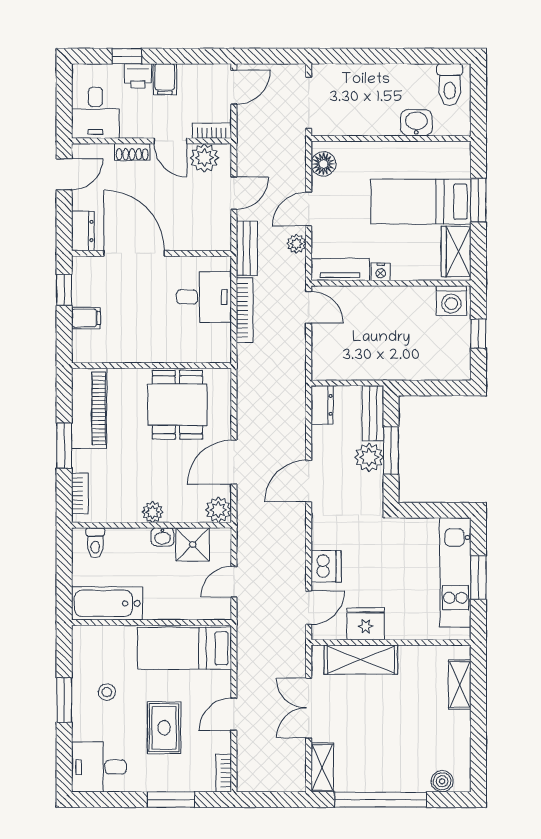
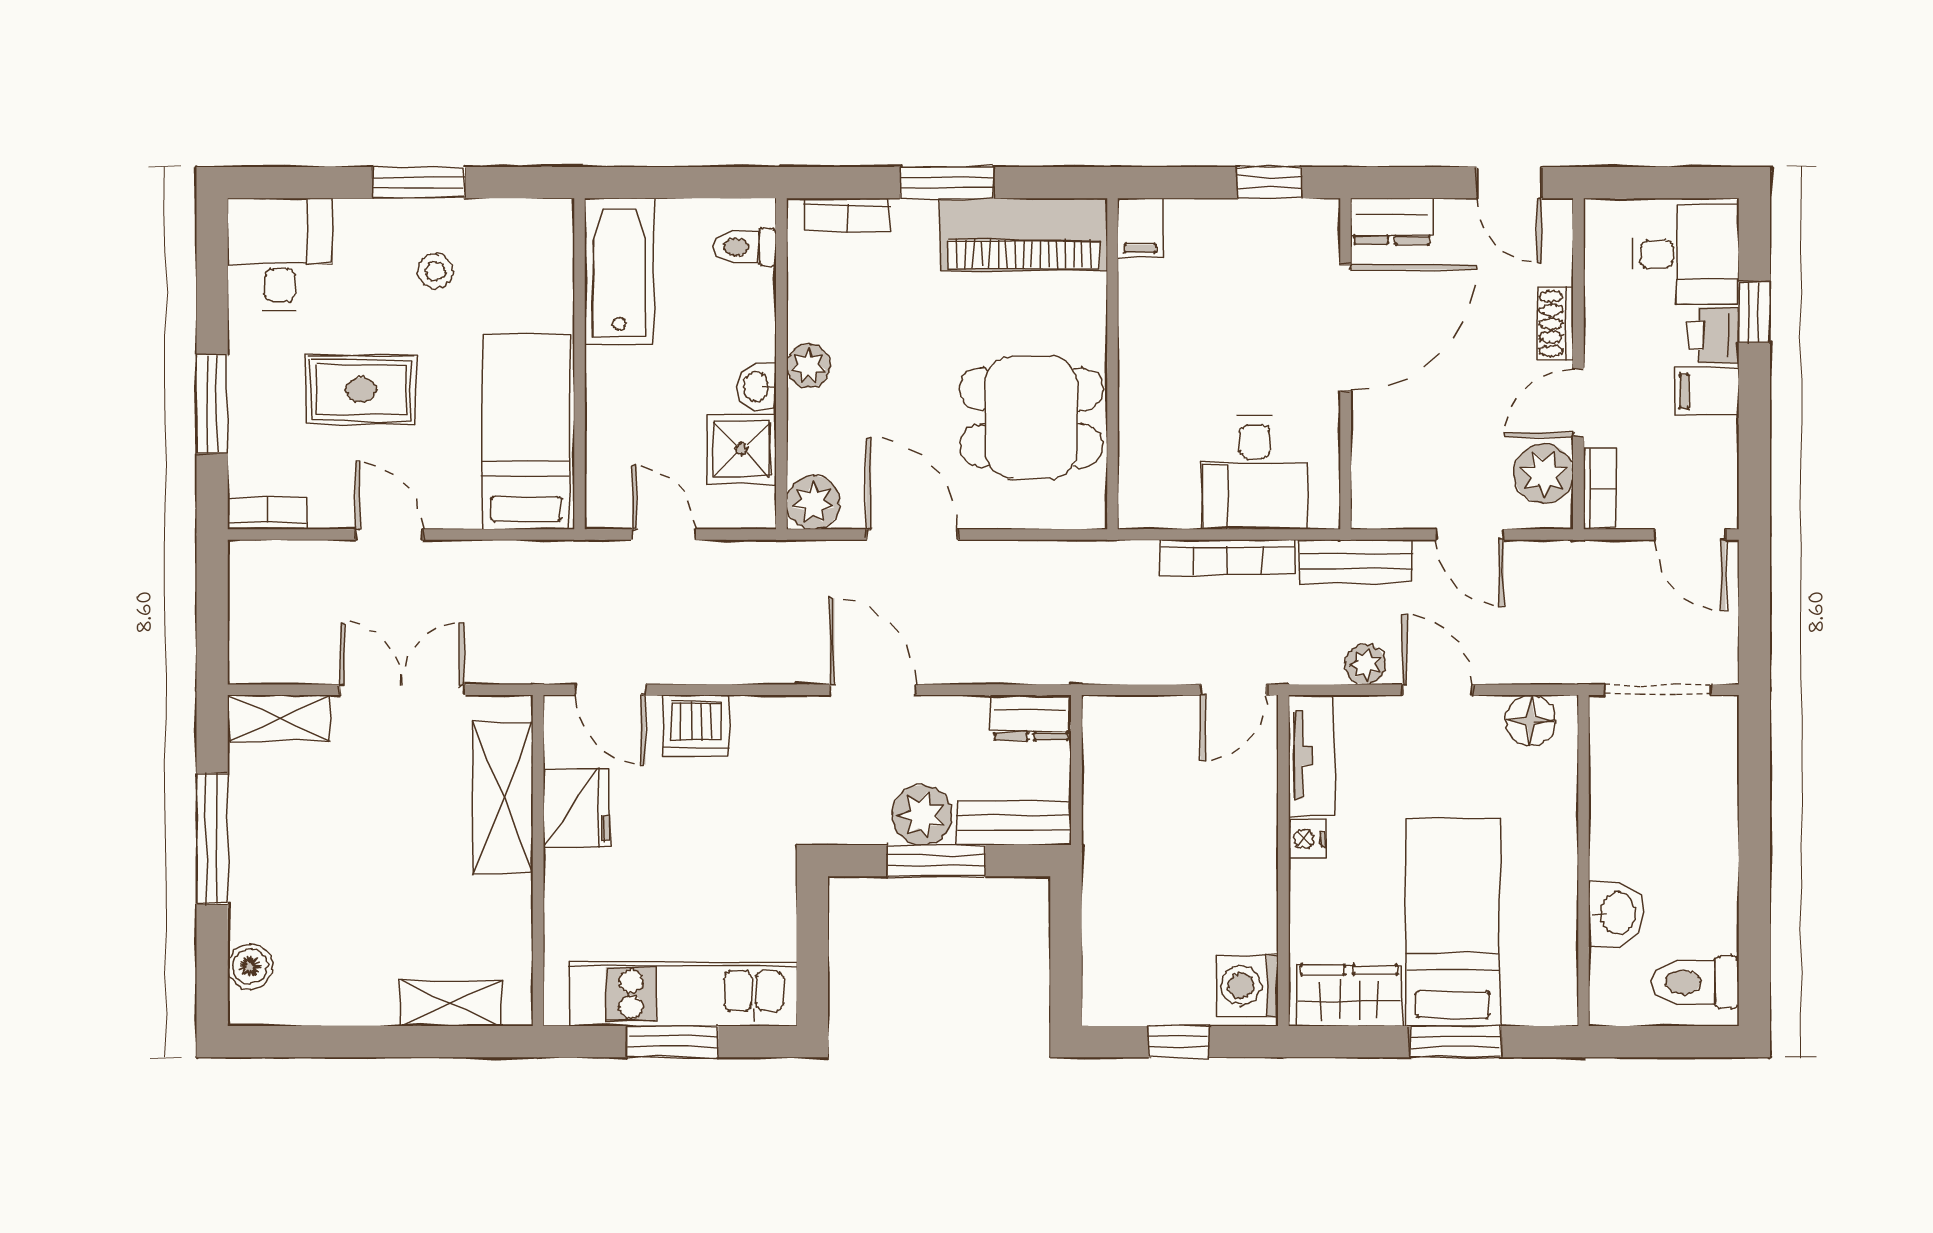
desk: (95, 113) -> (1686, 254), moved, turned 180
filing cabinet: (86, 318) -> (1140, 228), moved
window: (380, 800) -> (212, 839), width x0.68

